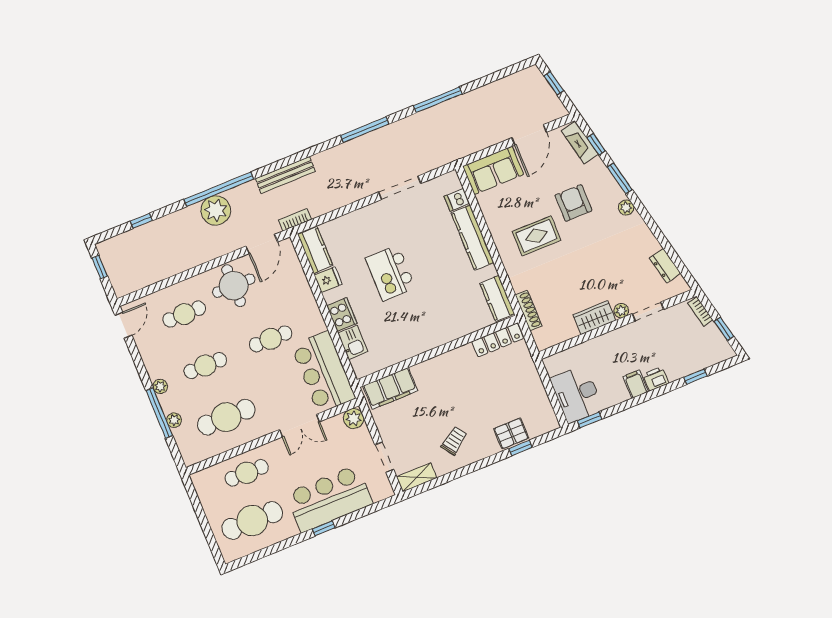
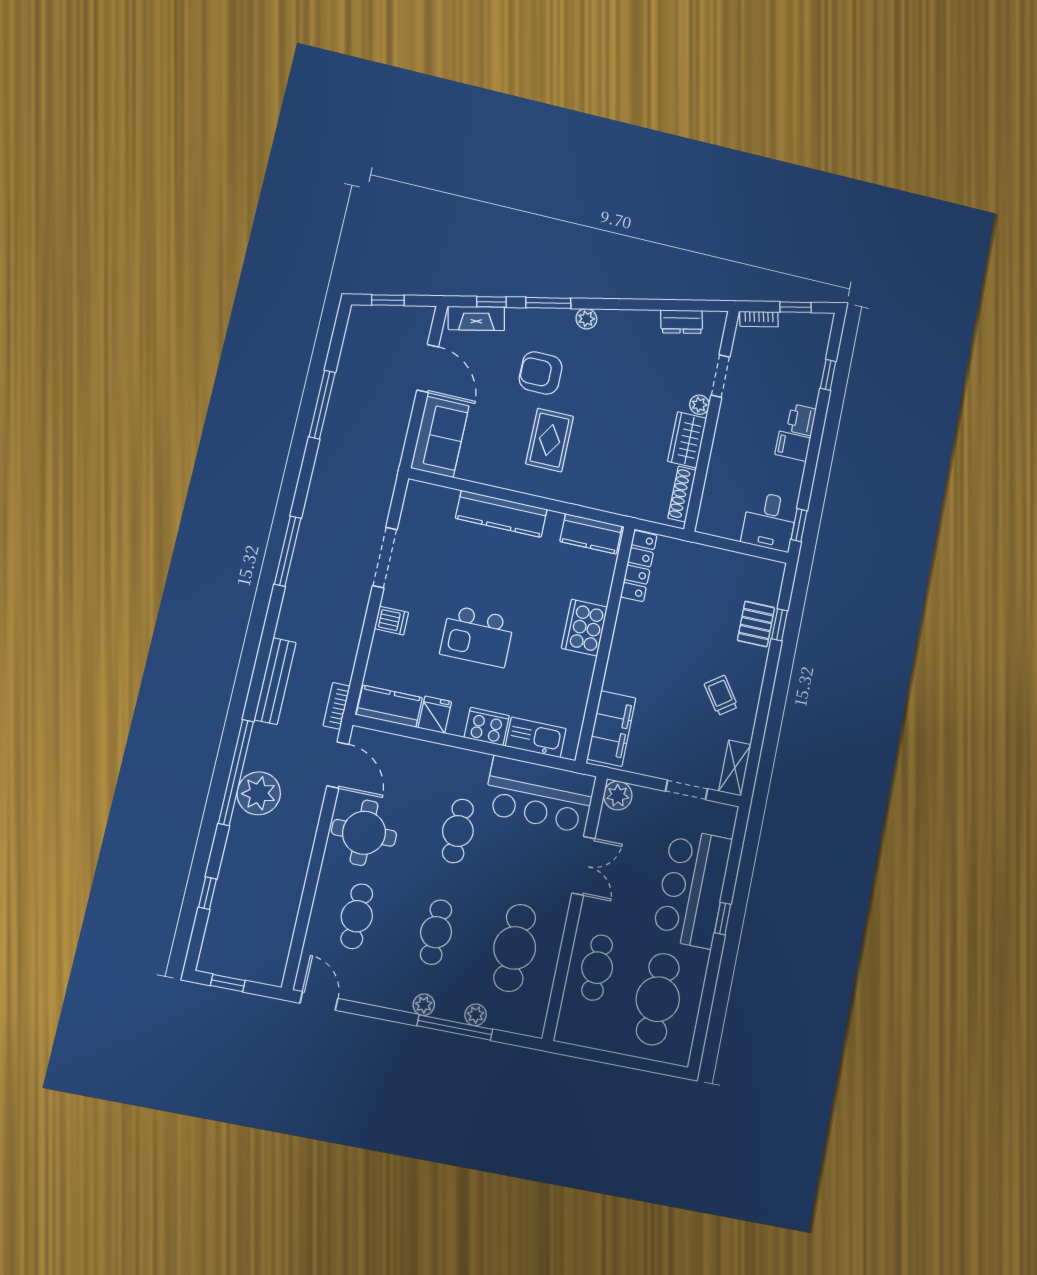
window: (438, 100) -> (322, 405), moved
dishwasher: (457, 200) -> (391, 621), moved, turned -90
shoe rack: (529, 310) -> (682, 494), moved, turned -90
cooker: (439, 332) -> (584, 628), added
kitchen sink: (353, 342) -> (536, 737), width x1.38
desk: (577, 394) -> (769, 521), width x0.73

